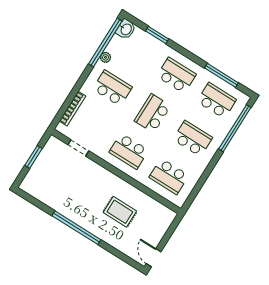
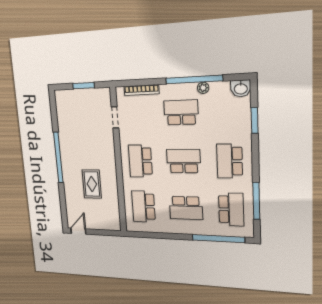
window: (105, 42) -> (194, 79), moved
school desk: (176, 75) -> (230, 161), turned 180
school desk: (112, 88) -> (181, 112), turned -90
school desk: (193, 138) -> (186, 208), turned 90

